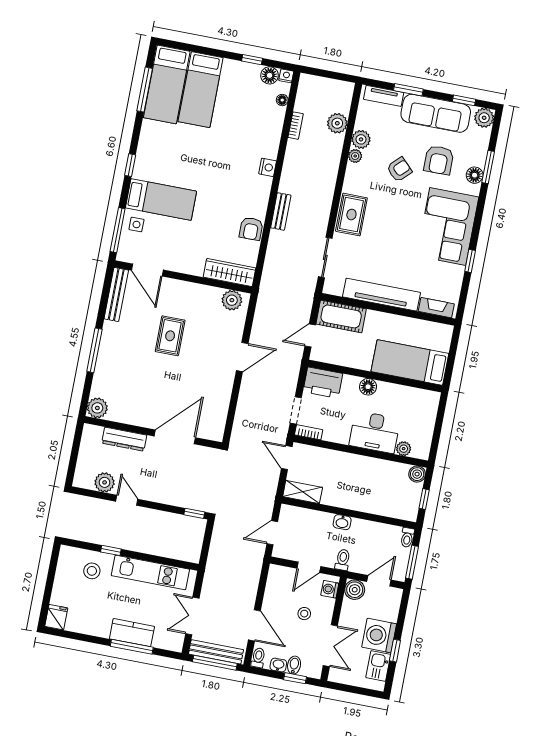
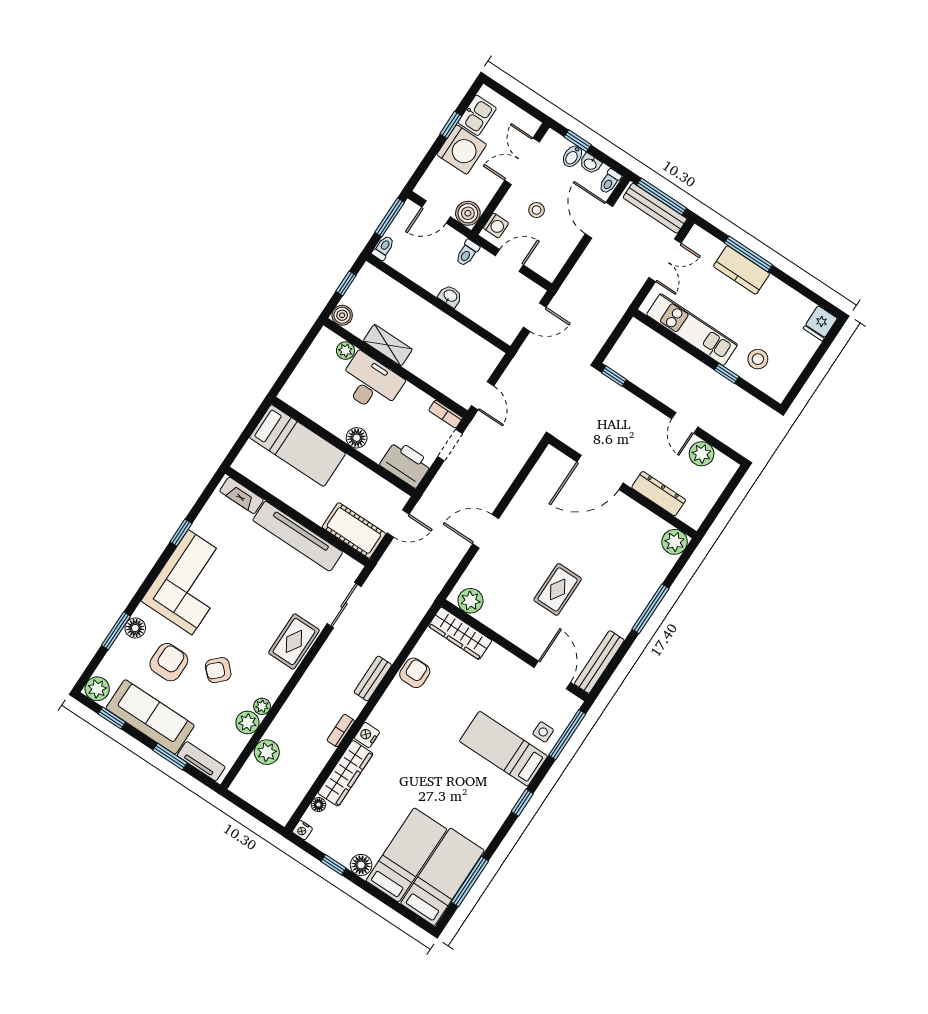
floor lamp: (270, 75) -> (361, 865), moved
bookcase: (296, 126) -> (341, 731), moved
wardrobe: (272, 132) -> (345, 773), added
shelving: (303, 492) -> (388, 345), moved

